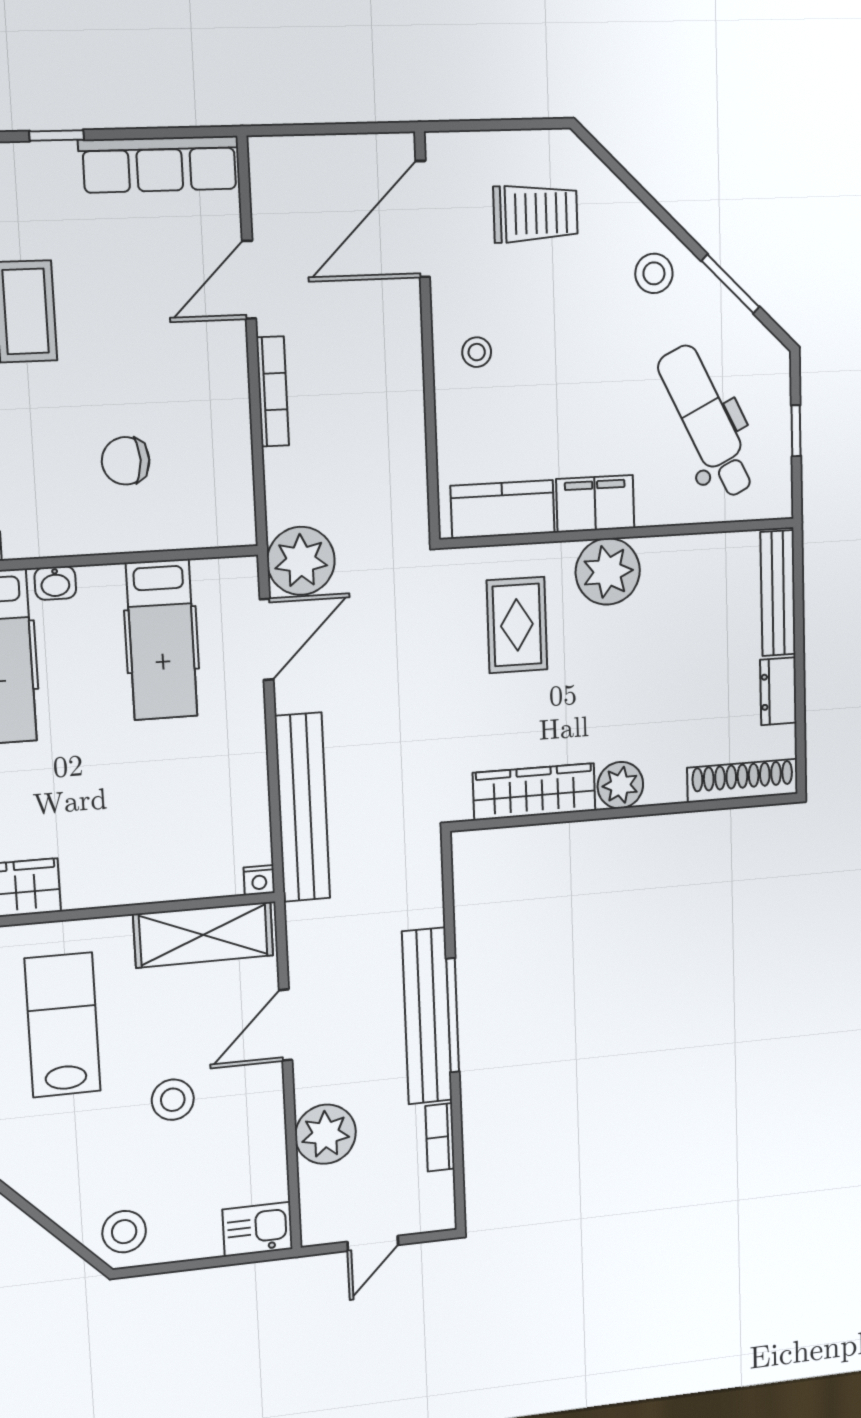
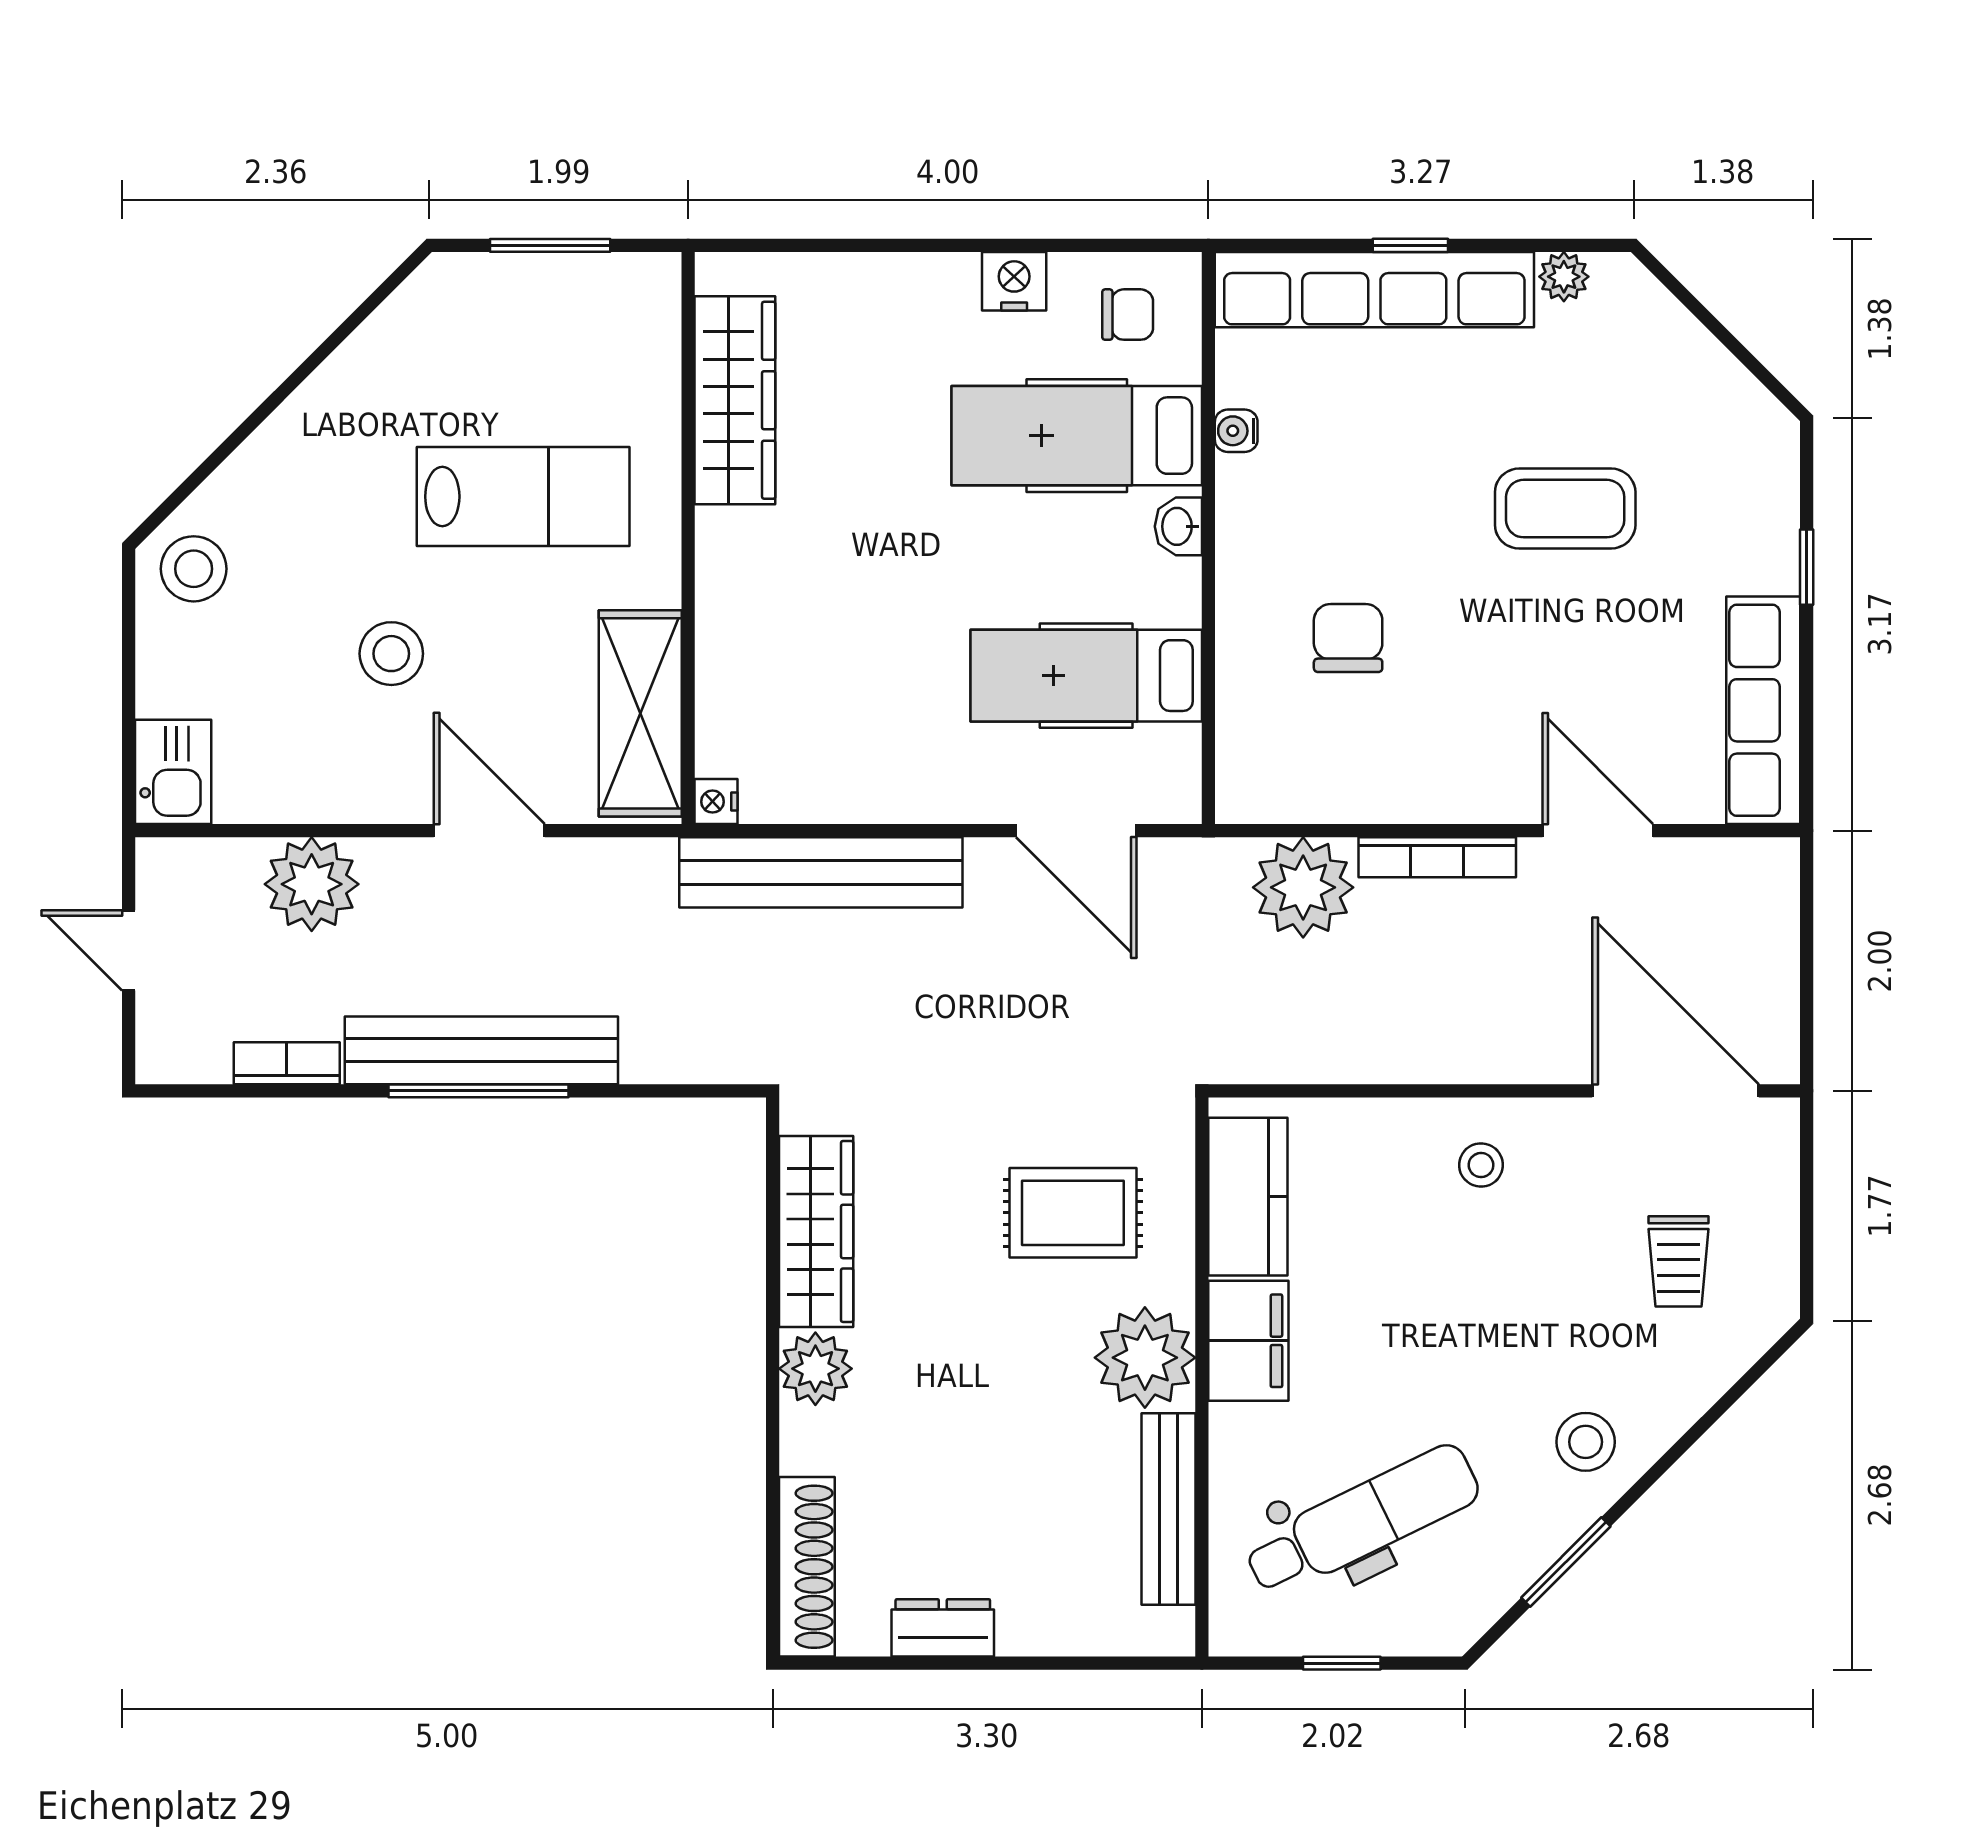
trolley: (535, 213) -> (1678, 1261), width x0.73, depth x0.72
plant: (301, 561) -> (1303, 887), moved
bench: (778, 593) -> (1169, 1509), moved, turned 90

